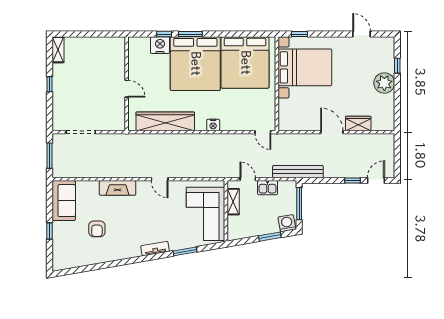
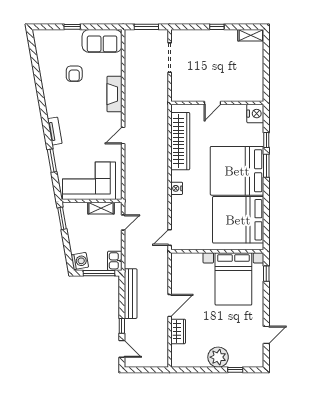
nightstand: (160, 45) -> (255, 114), moved
bench: (298, 172) -> (131, 294), moved
kitchen sink: (268, 188) -> (115, 261), moved
armchair: (97, 229) -> (74, 74), turned -90
window: (270, 237) -> (62, 218), moved

